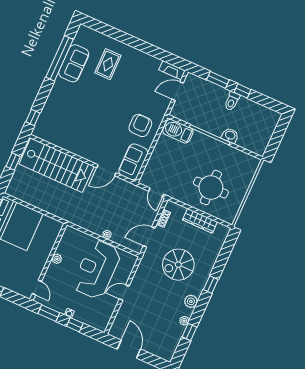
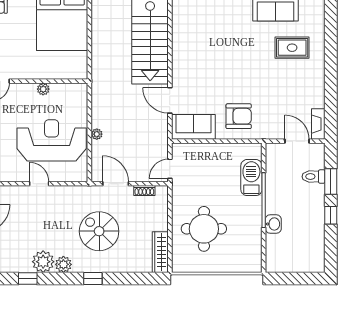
toilet: (232, 101) -> (314, 177), moved
barbecue: (178, 131) -> (251, 178), moved
wardrobe: (200, 221) -> (160, 252), moved
plant: (184, 321) -> (43, 262), width x1.88, depth x1.88

